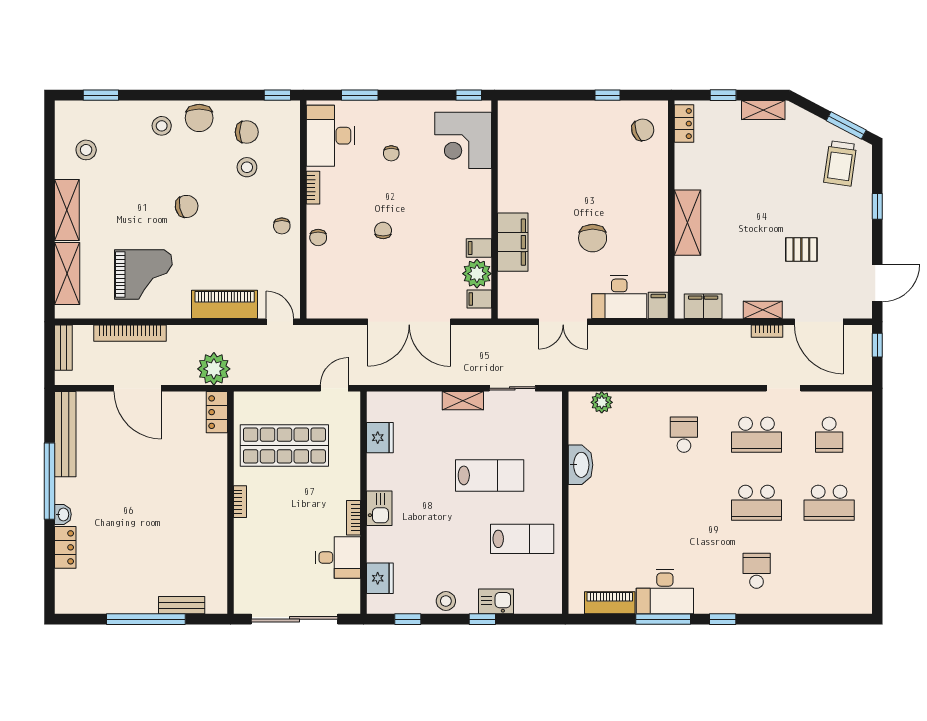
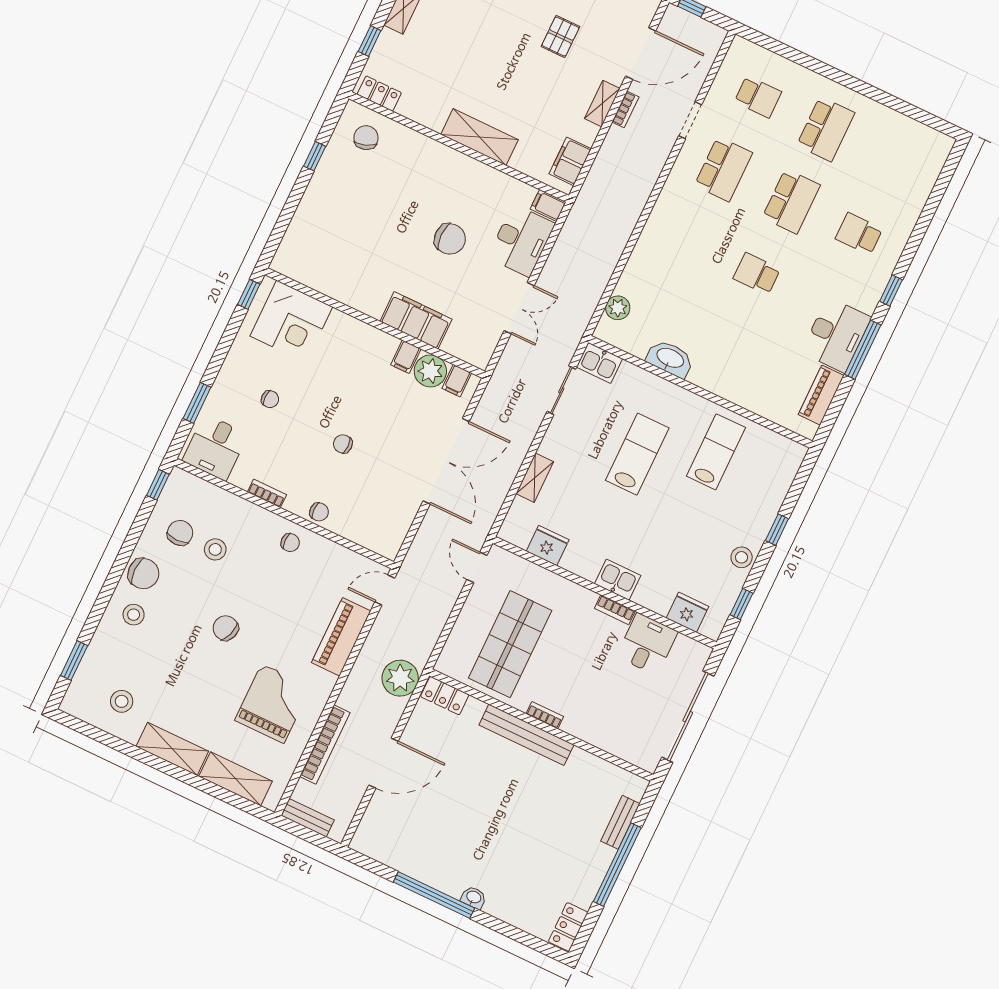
desk: (330, 136) -> (215, 447), width x0.73
chair: (187, 206) -> (226, 628), turned -59
shelving: (463, 401) -> (535, 478), moved
bench: (65, 434) -> (526, 735), moved
school desk: (684, 435) -> (757, 274), moved
locker: (65, 547) -> (568, 927), moved, turned -90
kitchen sink: (496, 601) -> (599, 363), moved, turned -90

